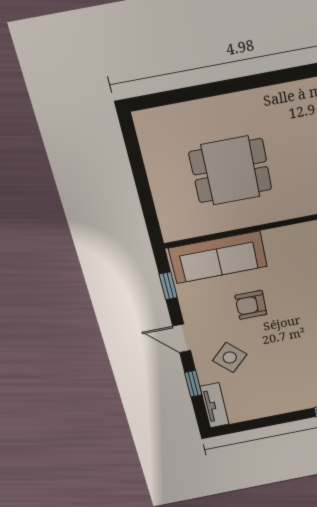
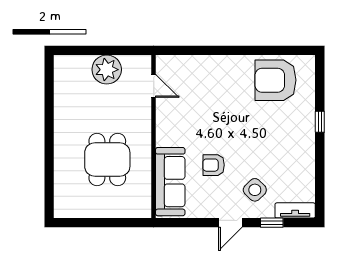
window: (168, 286) -> (185, 223), removed
armchair: (251, 305) -> (214, 165), turned 90

